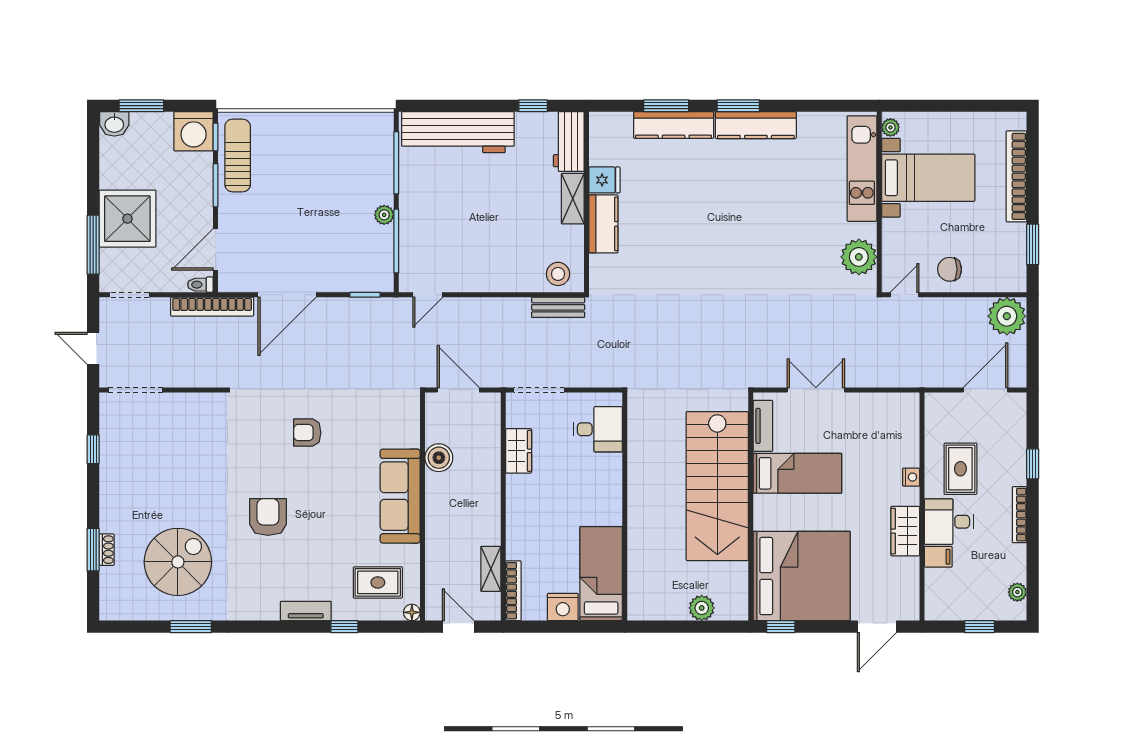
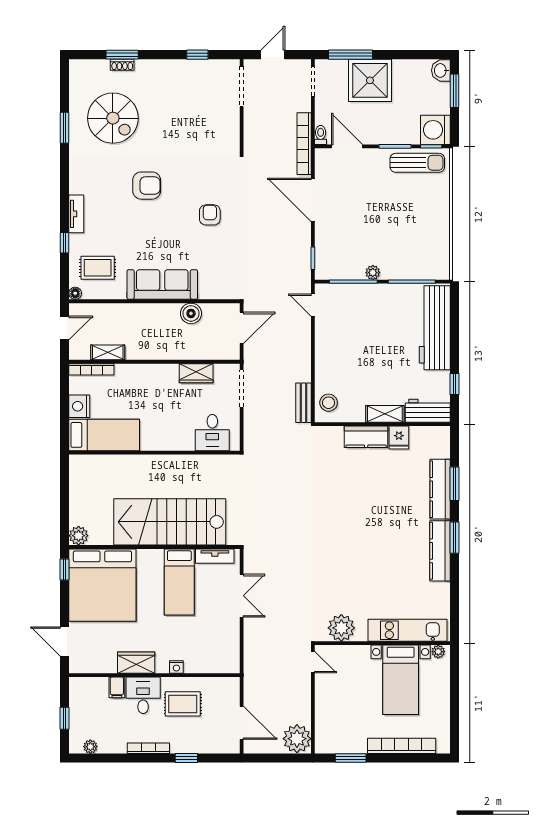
chair: (950, 269) -> (332, 696), removed
rug: (378, 582) -> (98, 268), turned 90
plant: (702, 608) -> (79, 536), moved

